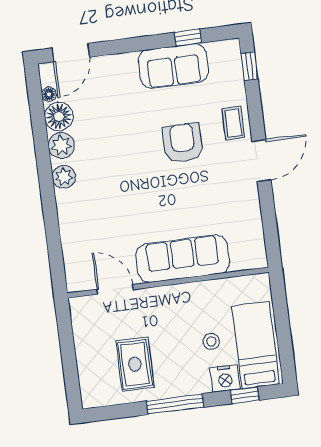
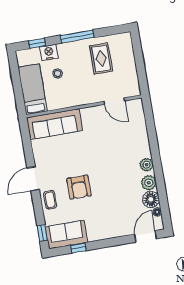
sofa: (173, 66) -> (66, 235), moved
sofa: (183, 259) -> (54, 124), moved
bed: (256, 345) -> (33, 89), moved, turned 180

